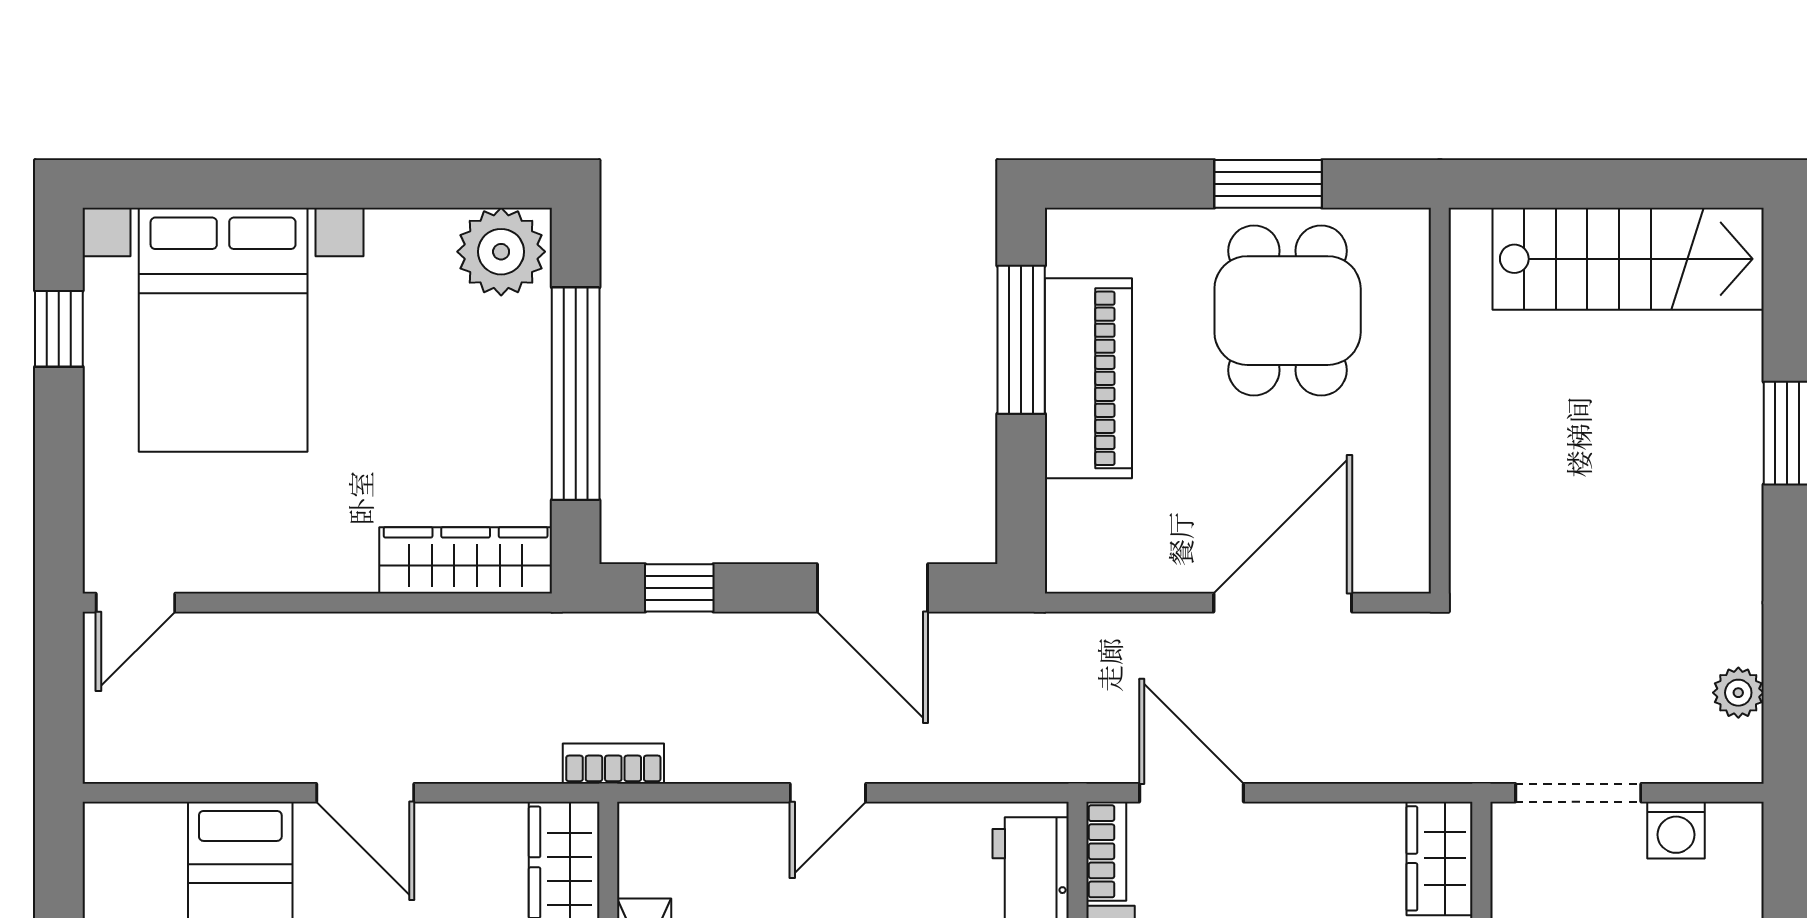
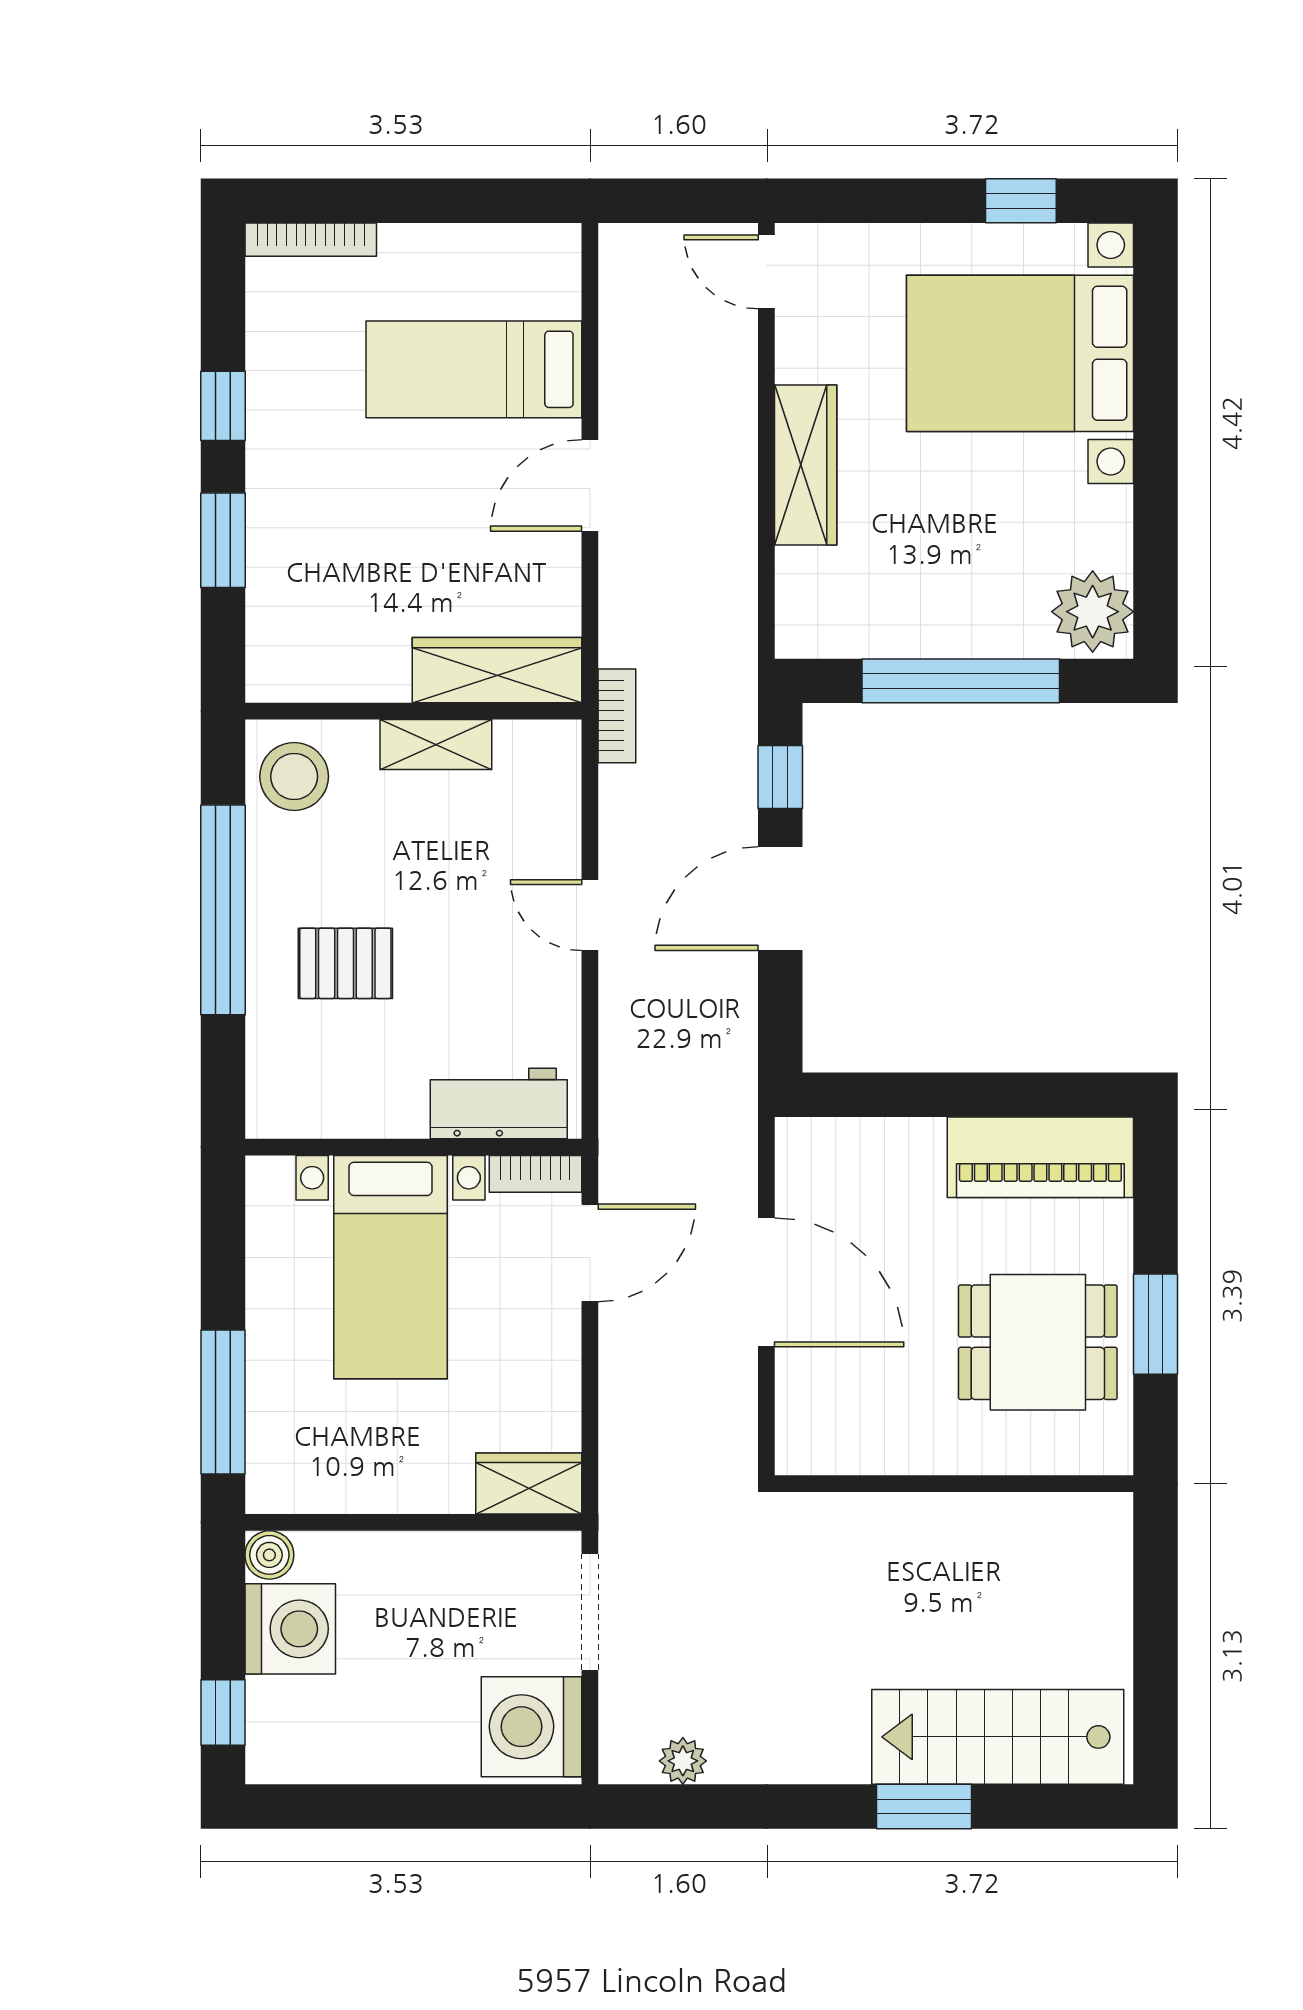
stairs: (1628, 259) -> (998, 1737), moved, turned 90
window: (1021, 340) -> (1011, 1095), removed
piano: (1088, 378) -> (1040, 1157), moved
wardrobe: (466, 560) -> (806, 465), moved
door: (873, 588) -> (780, 899), moved
door: (1283, 603) -> (766, 1282), moved
washing machine: (1676, 830) -> (532, 1727), width x1.89, depth x1.89

